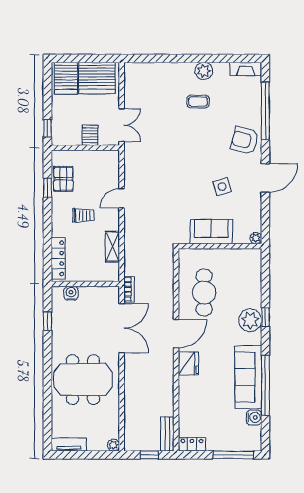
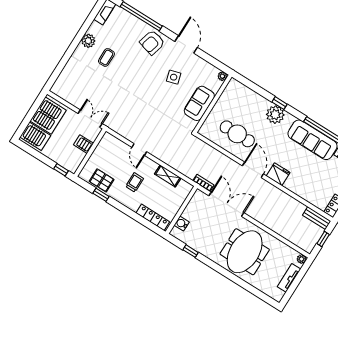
tv unit: (69, 444) -> (289, 278), moved

